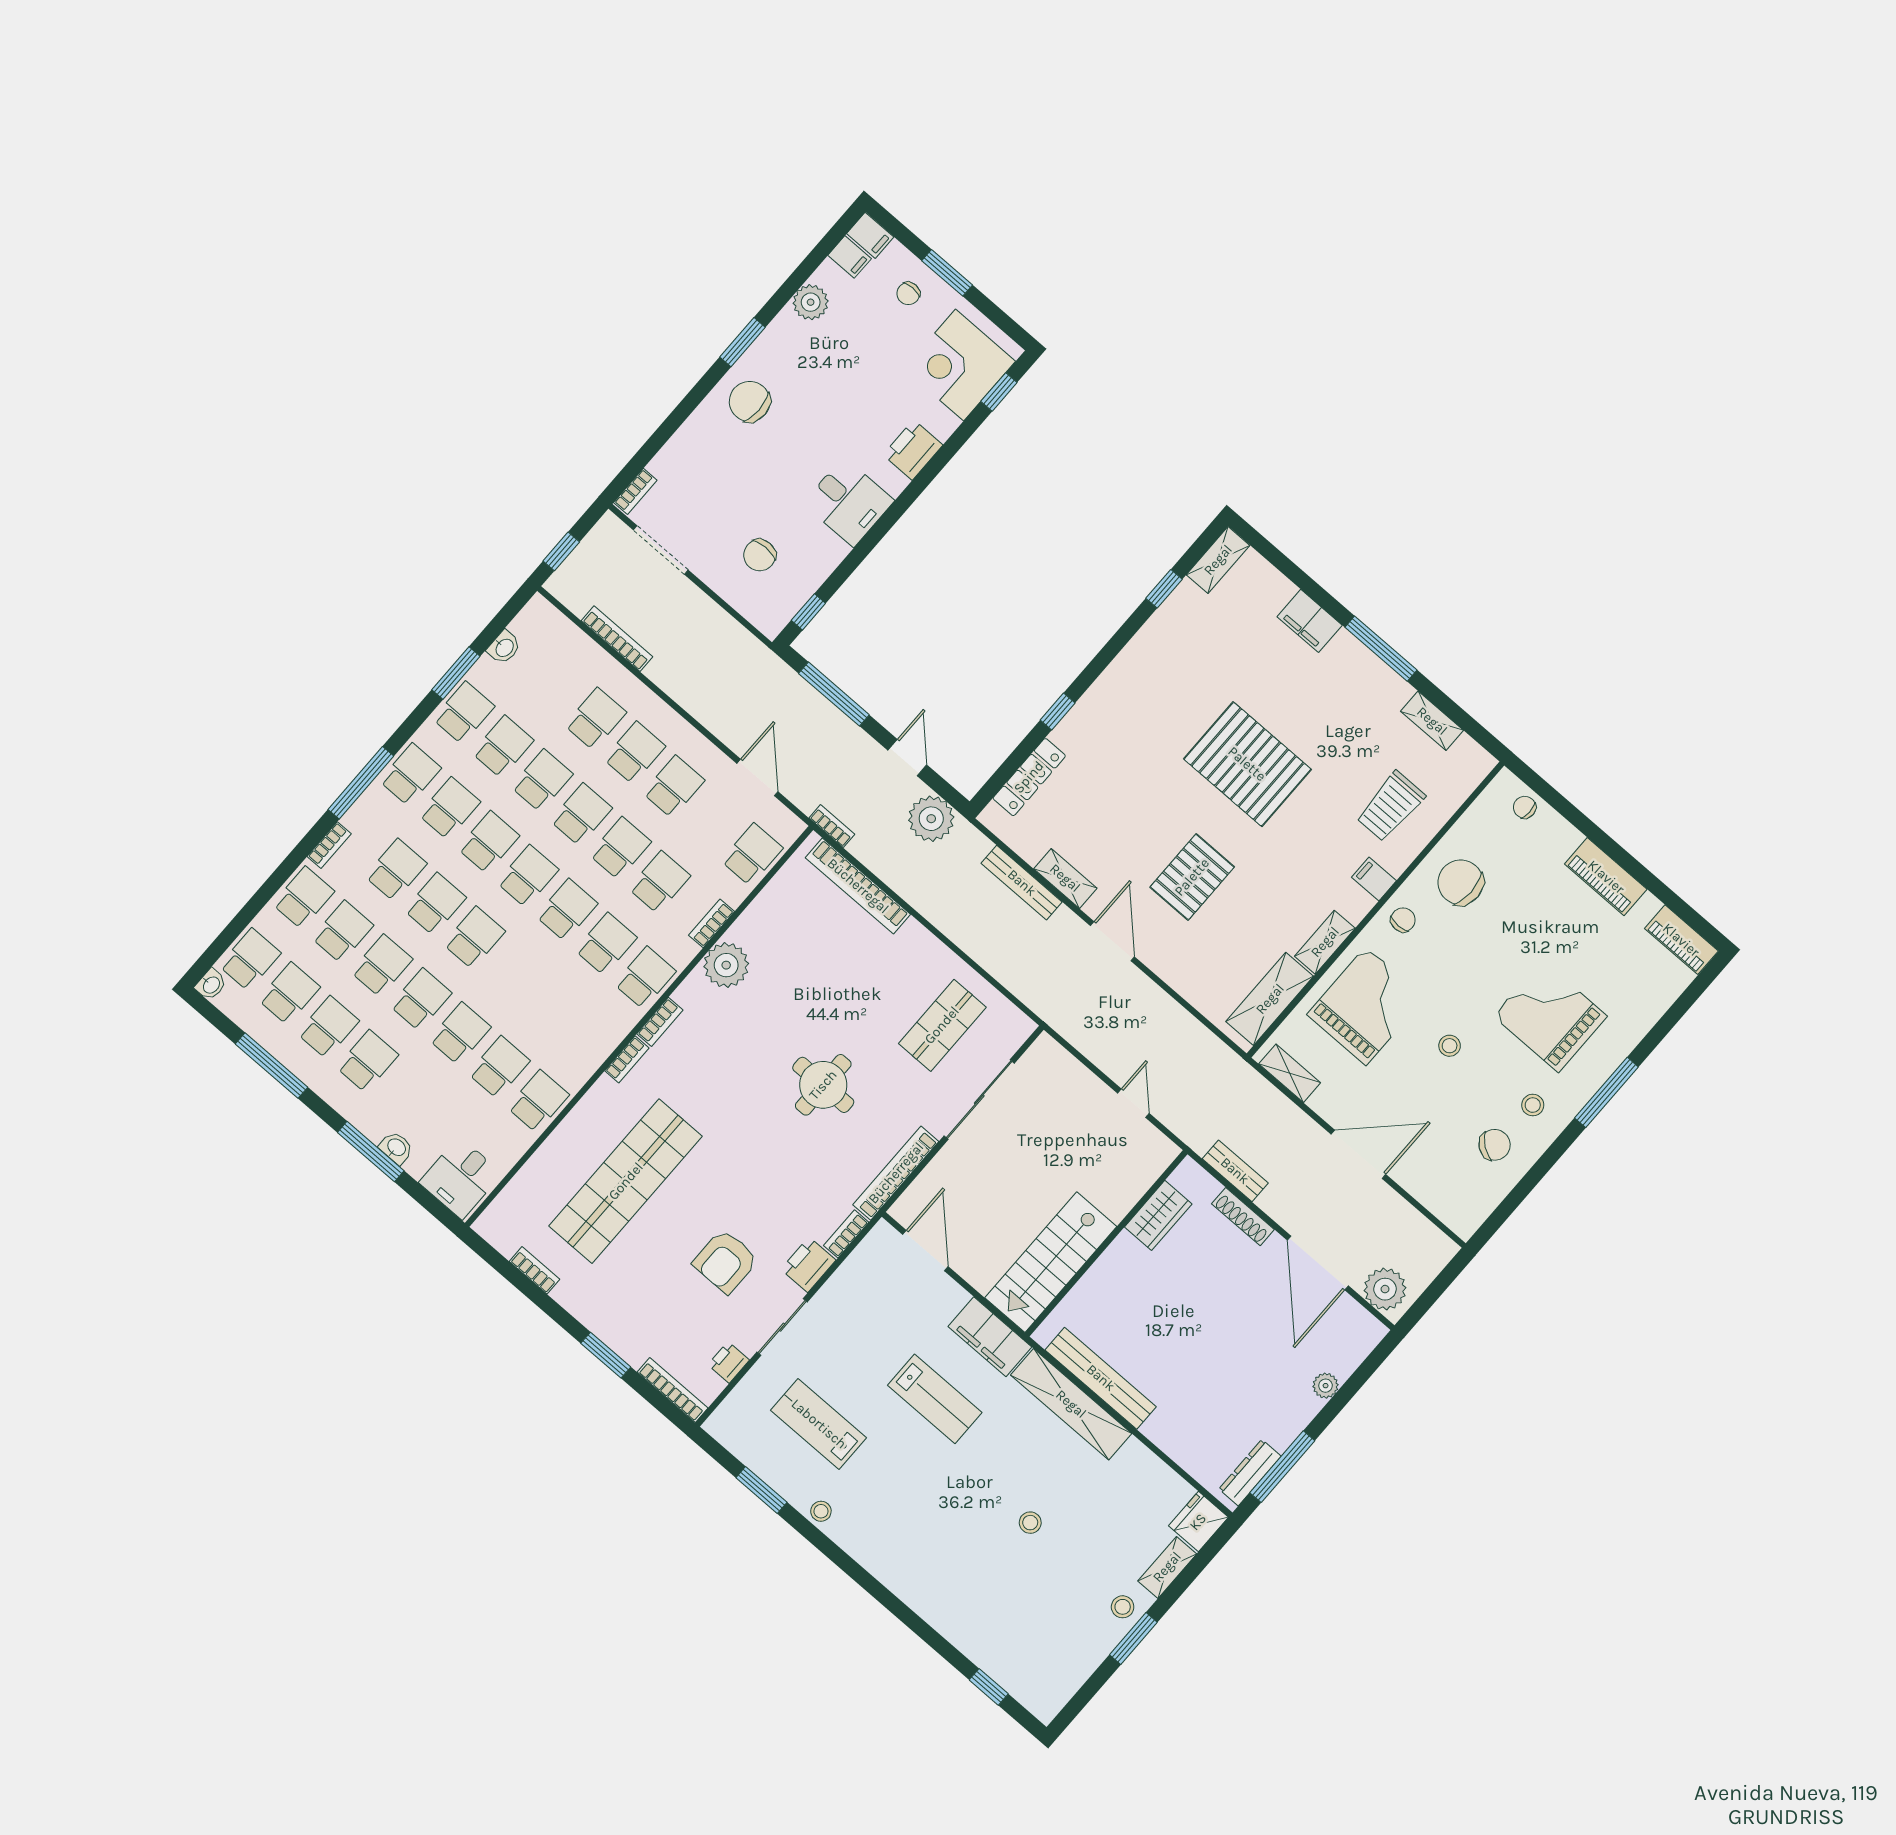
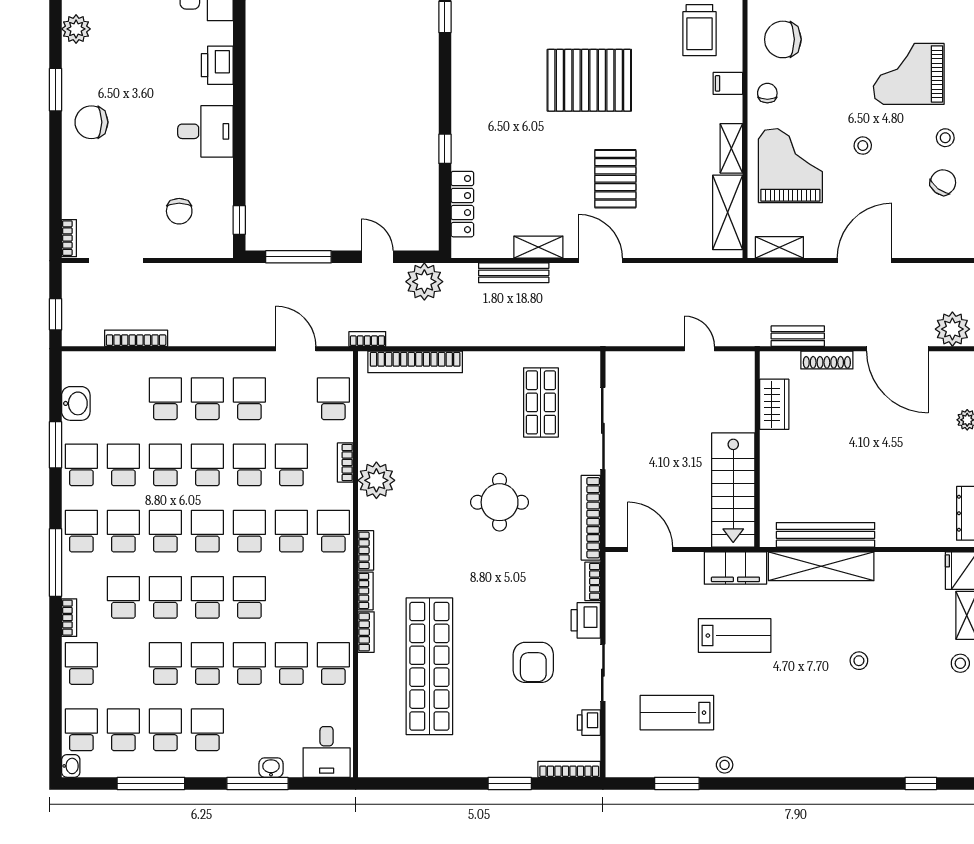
washbasin: (504, 647) -> (76, 403), width x1.38, depth x1.45
school desk: (343, 932) -> (249, 597), moved
bookcase: (535, 1270) -> (366, 632), moved, turned 90

